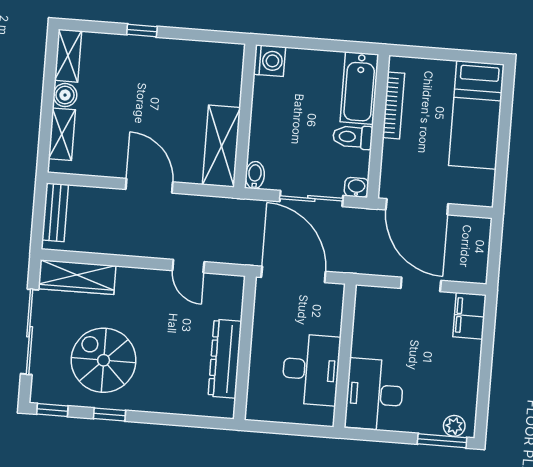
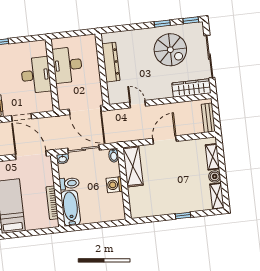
washing machine: (269, 61) -> (114, 185), moved
door: (149, 186) -> (165, 140), swing flipped
desk: (374, 394) -> (36, 75), moved

